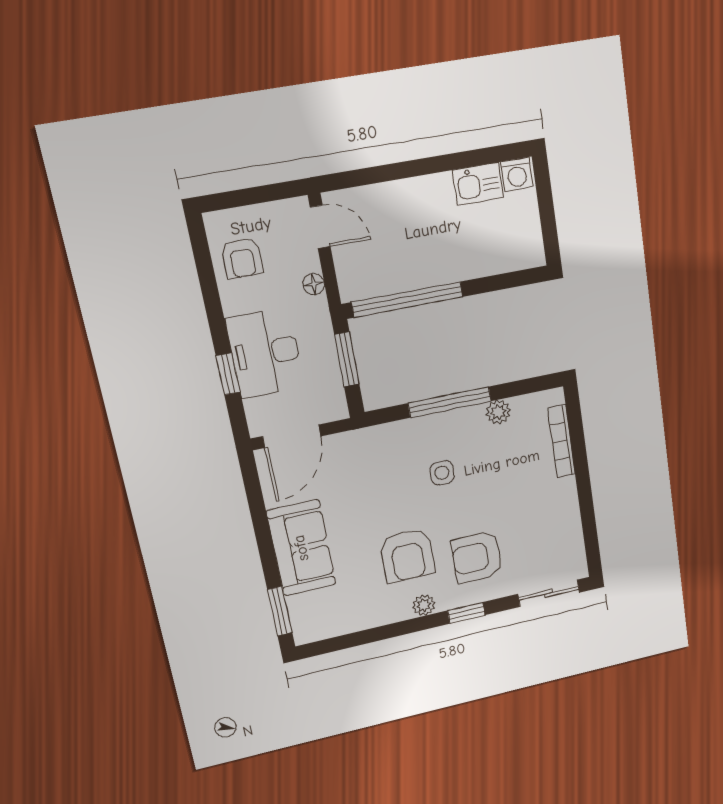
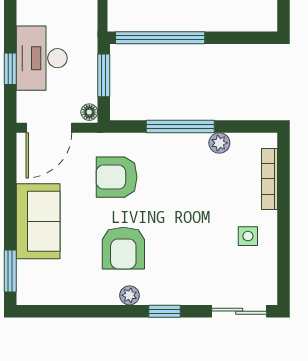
floor lamp: (314, 284) -> (89, 112), moved
side table: (442, 473) -> (248, 236), moved
armchair: (477, 557) -> (117, 177), moved

